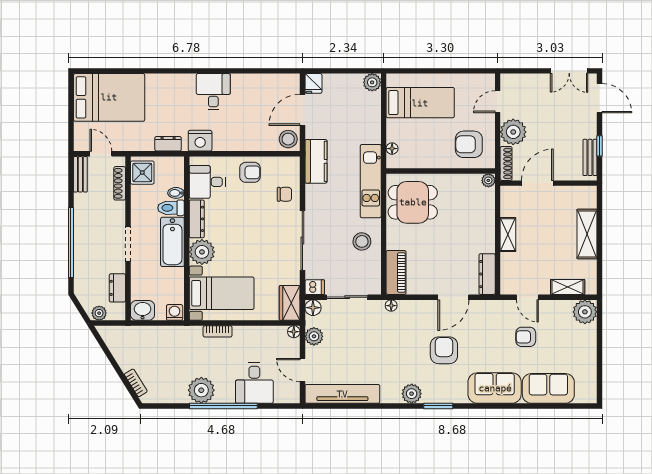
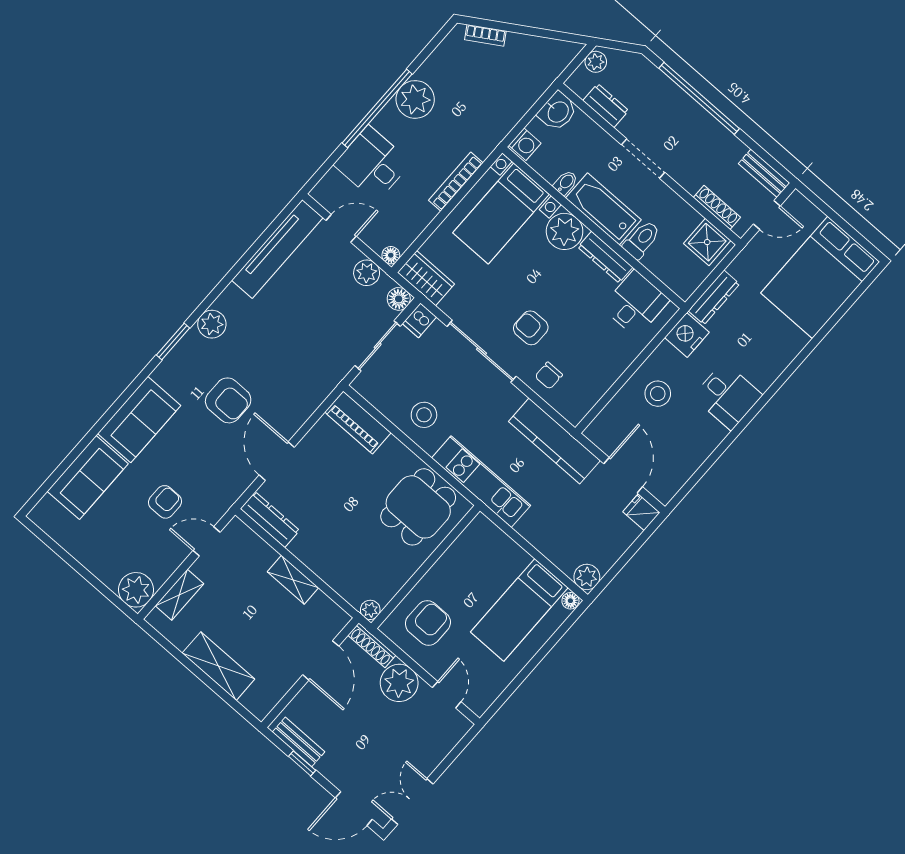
stool: (288, 139) -> (658, 394), moved
dresser: (168, 144) -> (714, 297), width x1.44
floor lamp: (392, 149) -> (570, 601), moved
kitchen counter: (316, 161) -> (554, 441), width x1.50
armchair: (250, 172) -> (531, 328), moved, turned 90
bidet: (176, 193) -> (566, 183), moved
floor lamp: (391, 306) -> (327, 386), removed
bookcase: (218, 331) -> (456, 182), width x1.56

